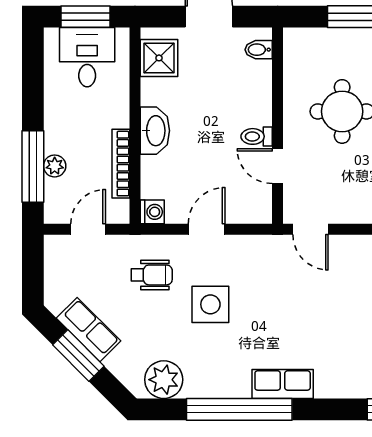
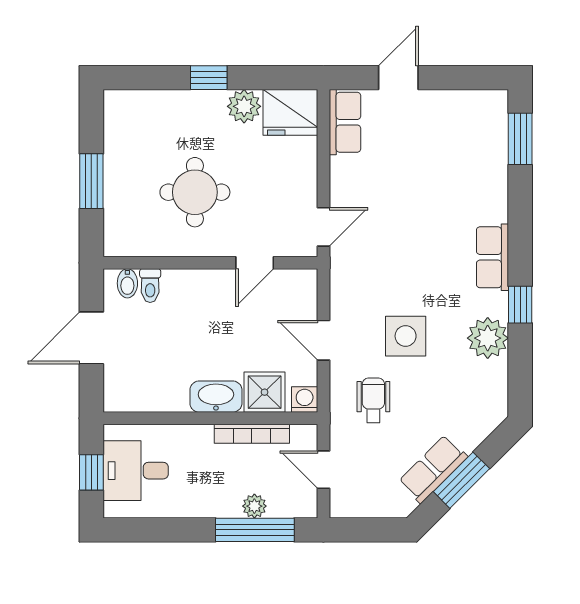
window: (85, 17) -> (91, 472), width x0.67
shower: (159, 58) -> (265, 392), moved
toilet: (257, 136) -> (150, 286), moved
plant: (164, 380) -> (488, 338), moved
window: (239, 409) -> (520, 305), width x0.32

